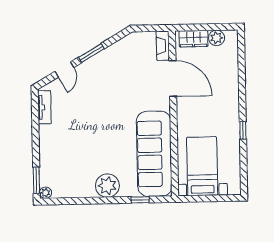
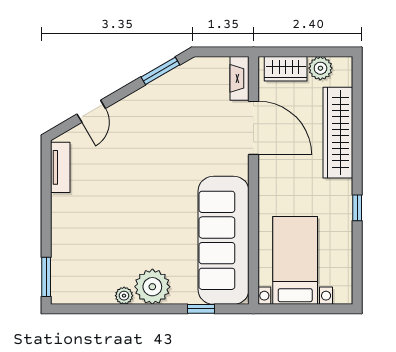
window: (91, 53) -> (160, 71), moved
wardrobe: (229, 81) -> (338, 133), added
plant: (46, 193) -> (124, 296), moved

